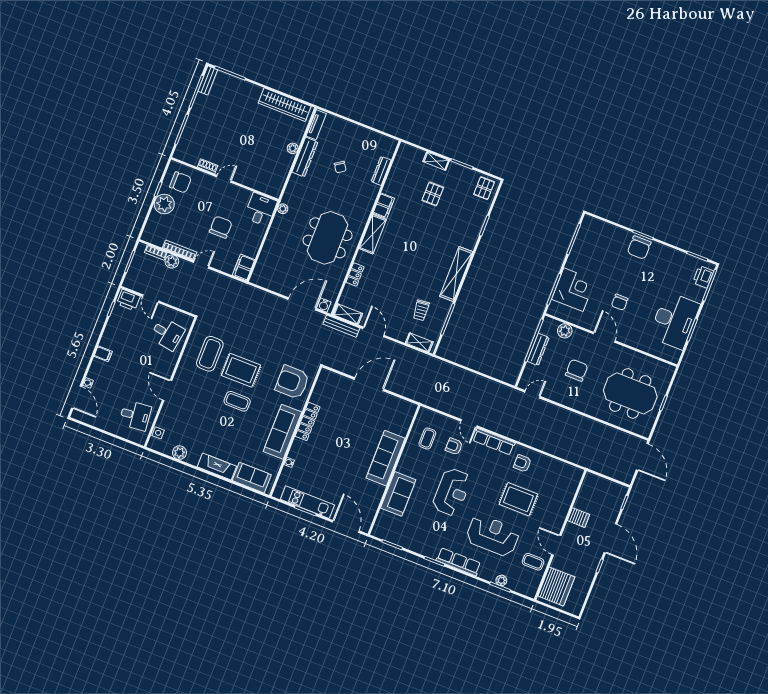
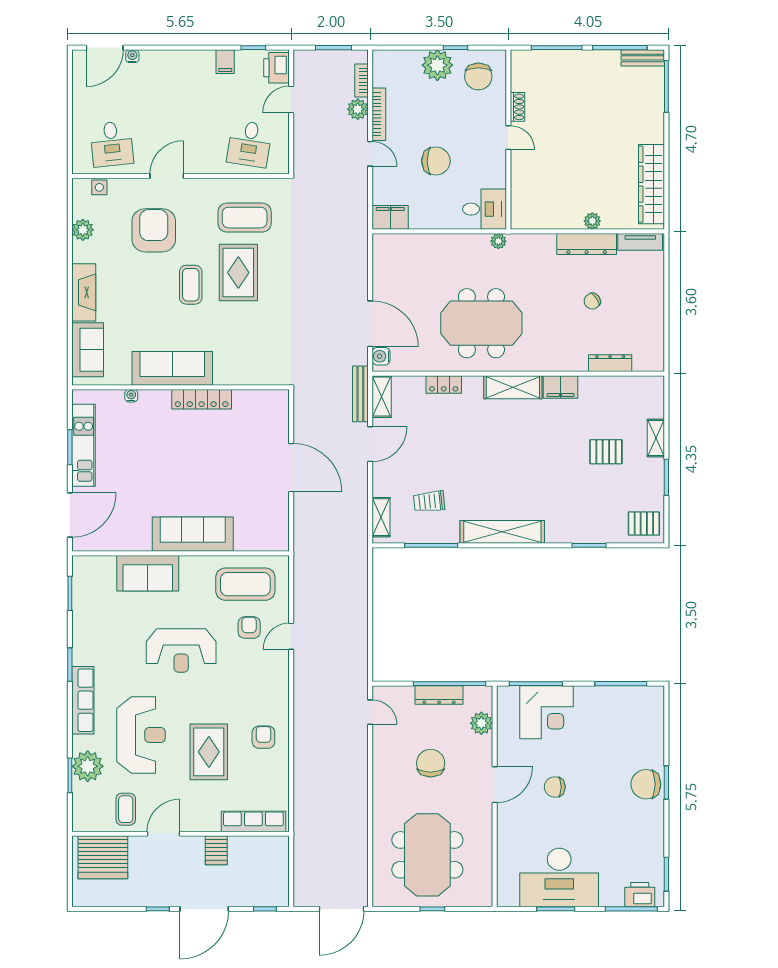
filing cabinet: (103, 354) -> (225, 62), moved
chair: (577, 370) -> (431, 763), turned -90
armchair: (292, 382) -> (154, 230), moved
coffee table: (427, 439) -> (245, 584), width x1.86, depth x1.72
row of seats: (494, 442) -> (253, 821), moved, turned 90
plant: (501, 580) -> (88, 766), width x1.88, depth x1.88

